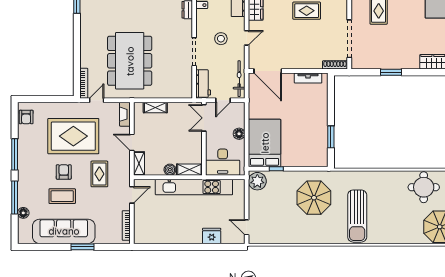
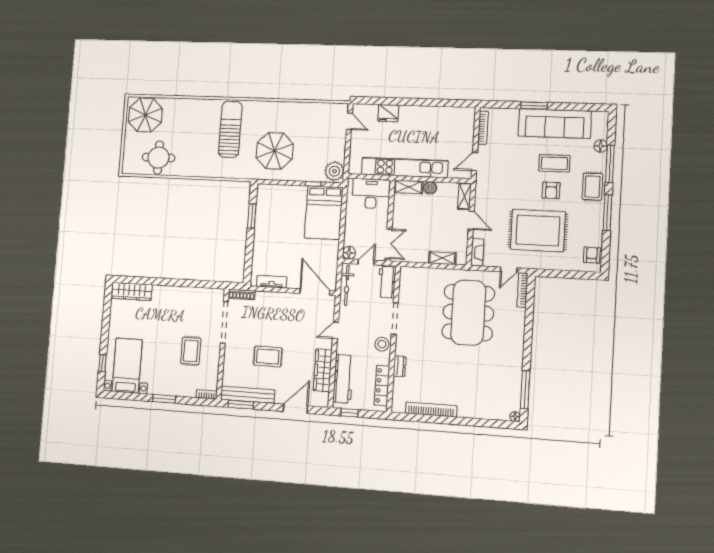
stool: (221, 39) -> (382, 344), moved
window: (391, 72) -> (183, 283), removed
floor lamp: (239, 134) -> (349, 253), moved
rug: (99, 174) -> (592, 187), moved

